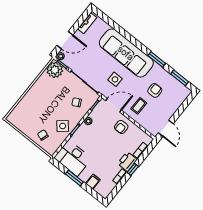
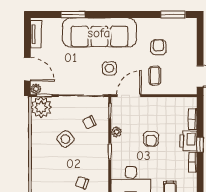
door: (65, 40) -> (27, 69), hinge flipped
window: (157, 59) -> (73, 14), moved
side table: (63, 126) -> (65, 139), moved
armchair: (121, 127) -> (151, 139), moved

